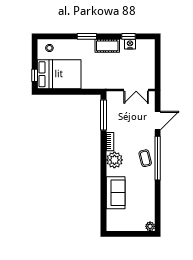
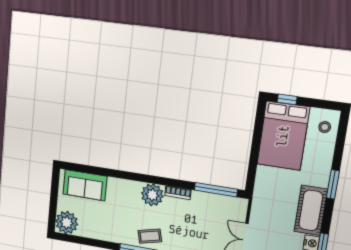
cot: (107, 46) -> (311, 210), width x1.37, depth x1.34
sofa: (116, 193) -> (85, 185), moved
plant: (150, 226) -> (67, 223), width x1.88, depth x1.88

